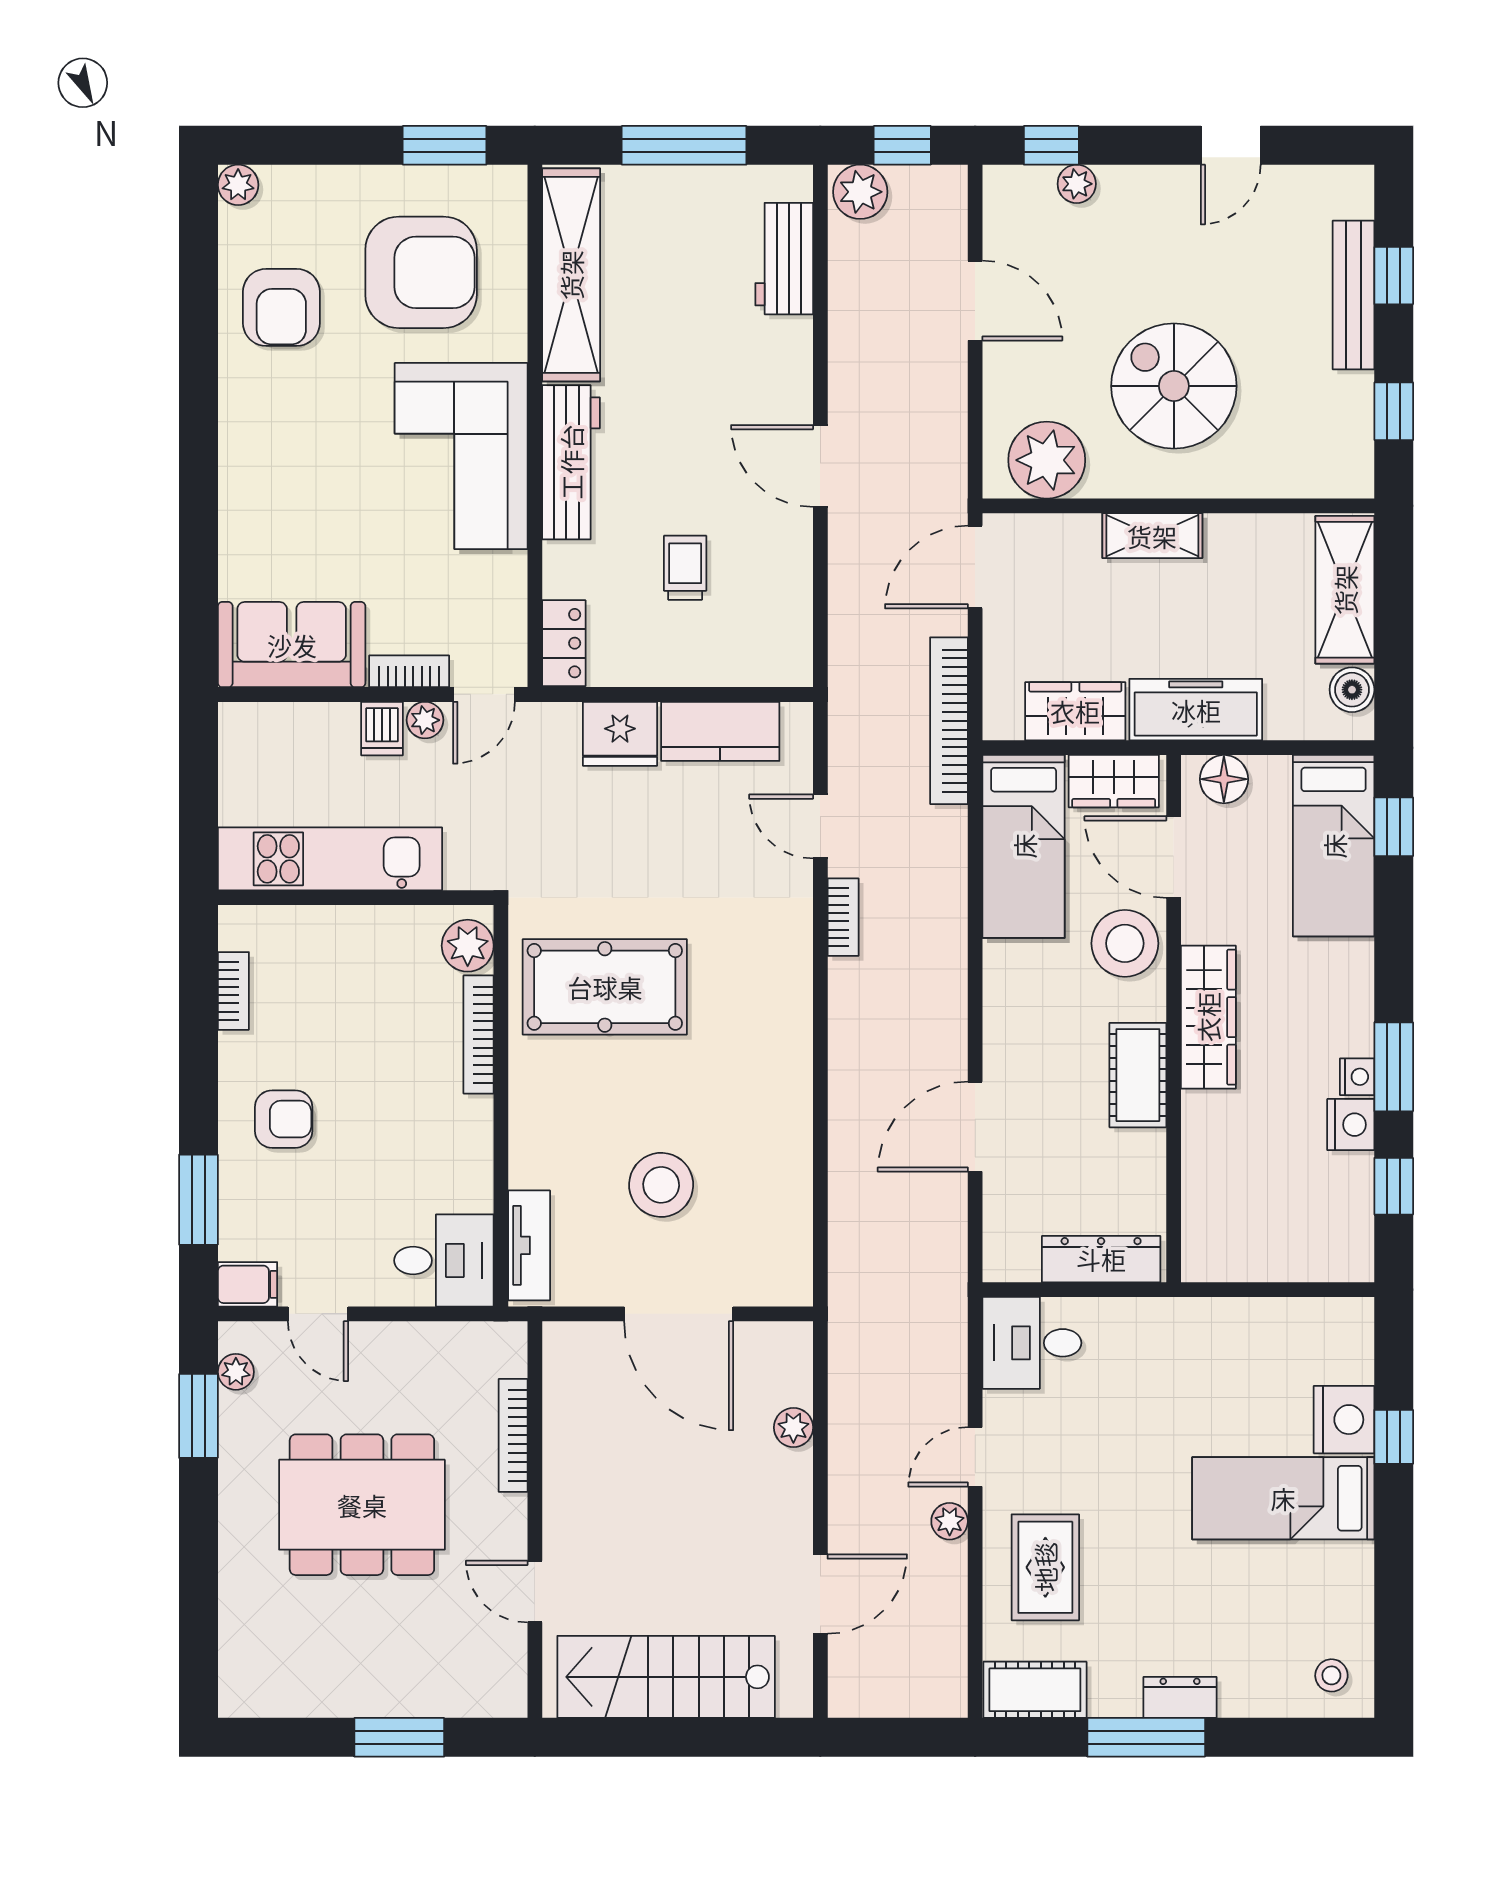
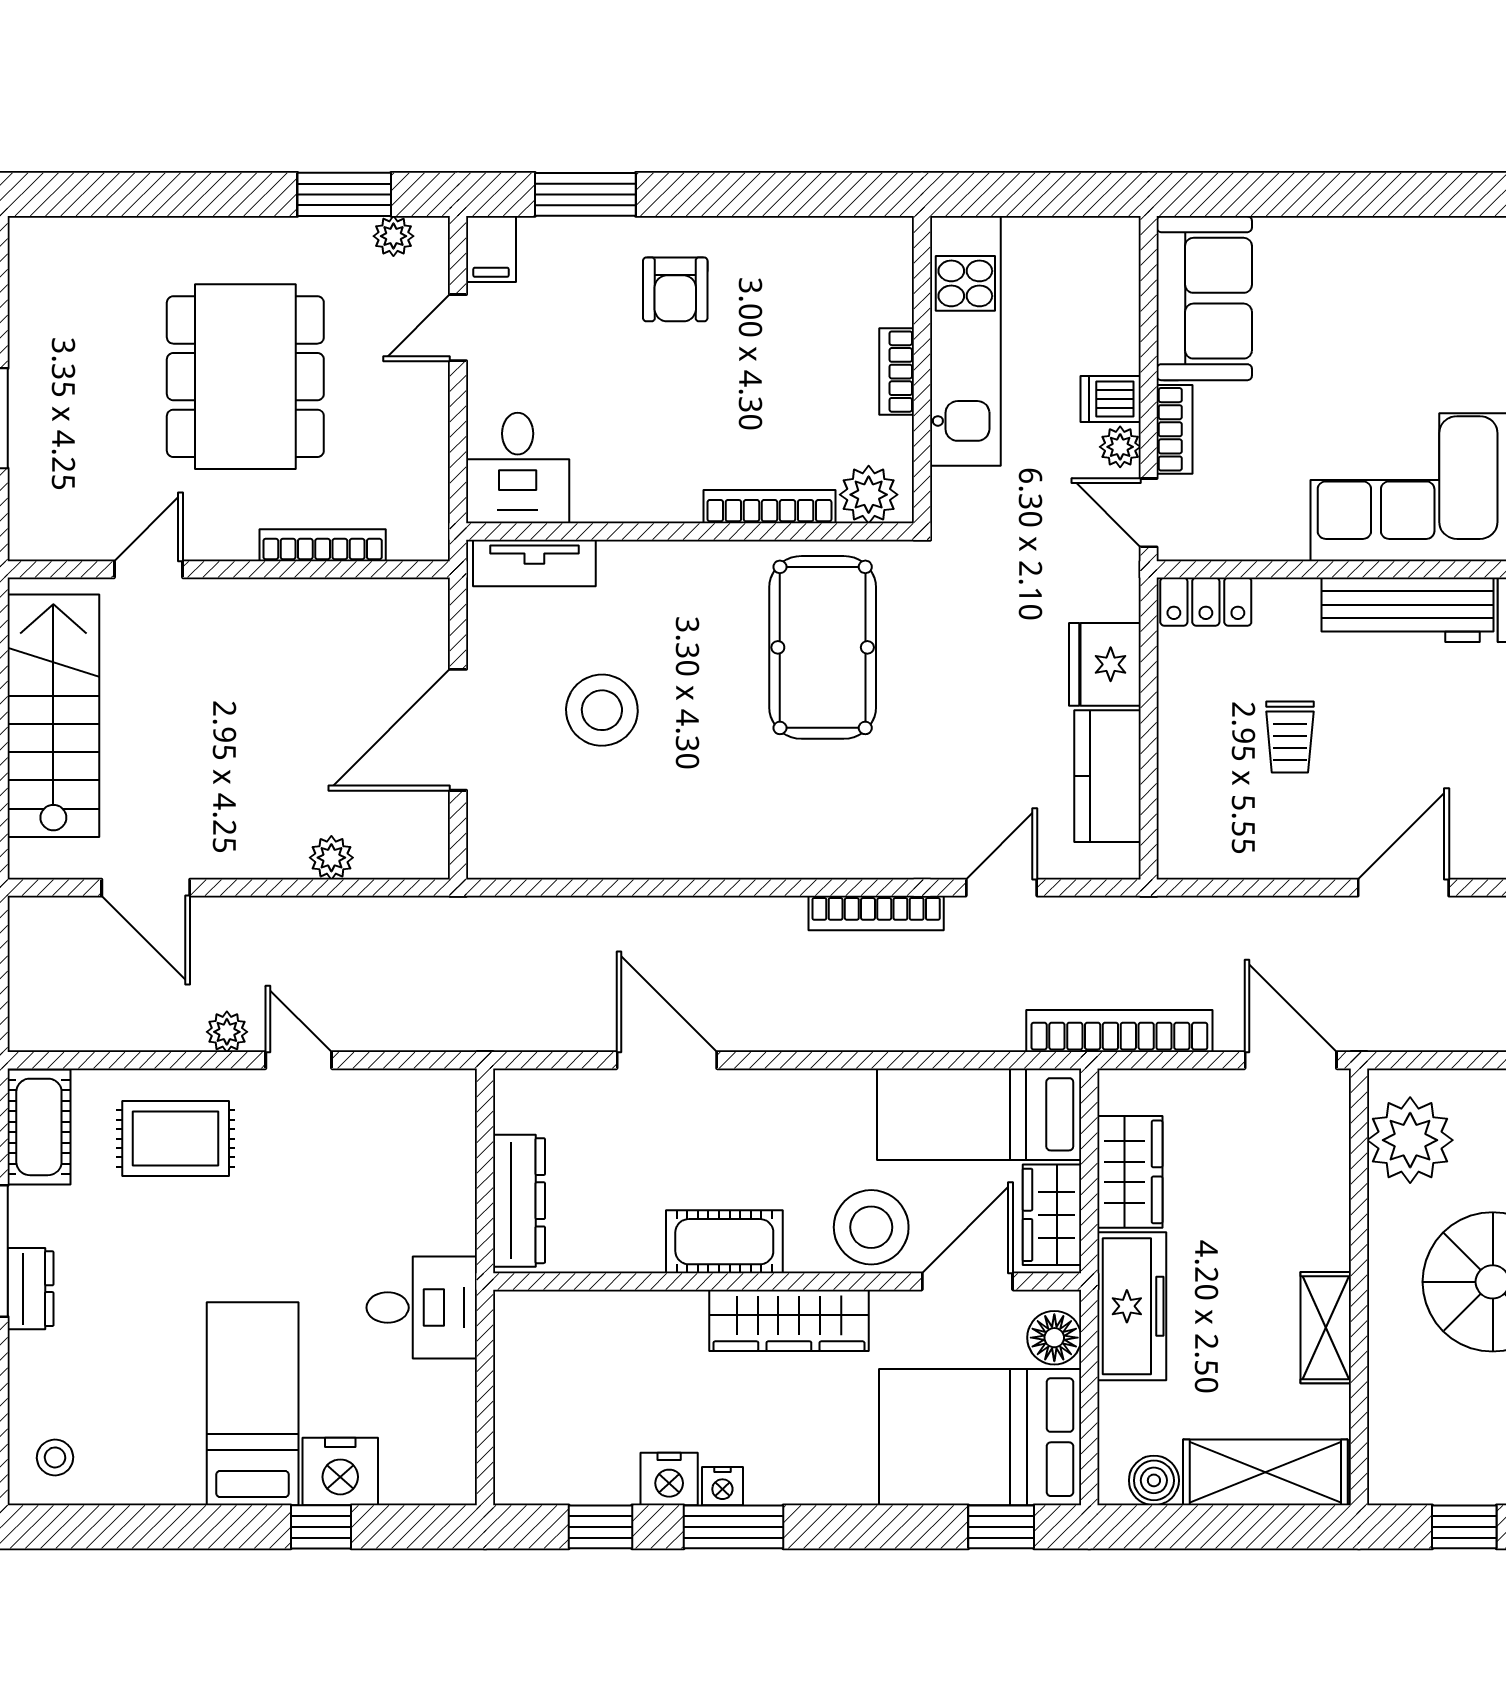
shelving: (1152, 536) -> (1326, 1328), moved
trolley: (685, 568) -> (1290, 737), turned 90
bed: (1334, 846) -> (980, 1437), width x1.50
bookcase: (843, 917) -> (876, 913), width x1.56
bookcase: (233, 991) -> (897, 372), moved, turned 90
desk: (1032, 1343) -> (422, 1308), moved, turned 90

